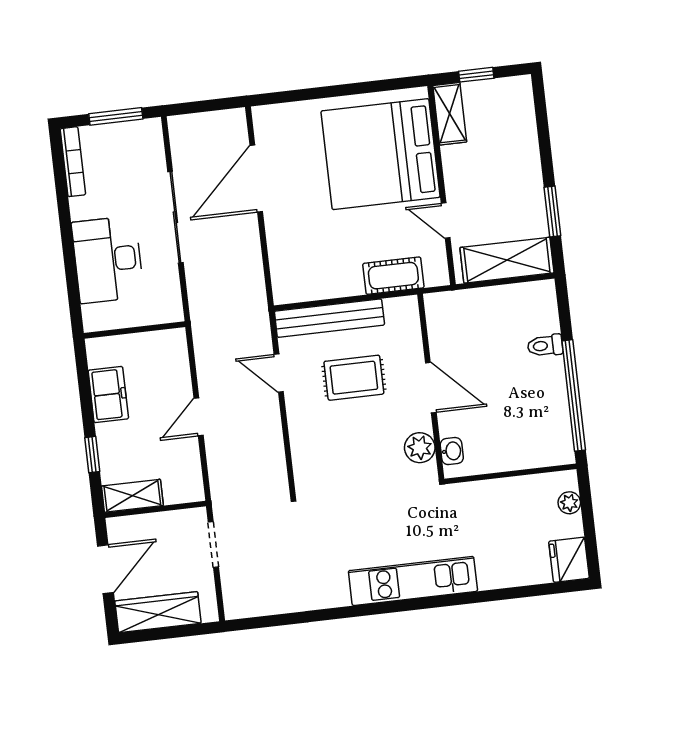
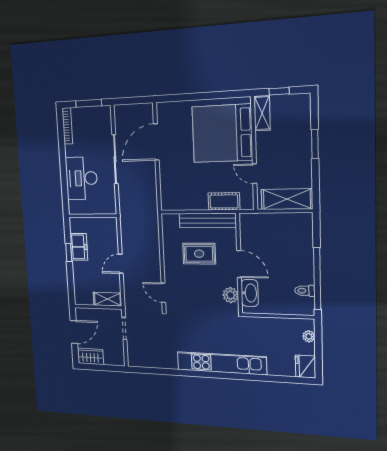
window: (552, 211) -> (315, 144), moved
bench: (329, 318) -> (208, 221), moved
toilet: (545, 346) -> (305, 291), moved
door: (279, 373) -> (163, 293), moved
washbasin: (452, 451) -> (250, 293), width x1.91, depth x1.45
window: (92, 455) -> (69, 253), moved
shelving: (132, 496) -> (107, 299), moved
kitchen unit: (413, 581) -> (221, 363), width x1.36
wardrobe: (158, 612) -> (90, 356), width x0.67

